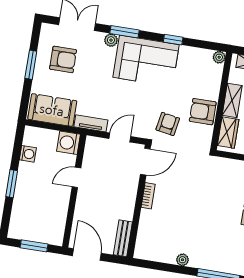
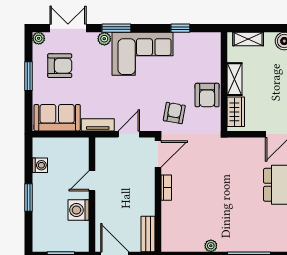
window: (173, 40) -> (180, 28), moved
plant: (219, 57) -> (39, 38), moved
armchair: (203, 112) -> (207, 95), turned -90
washing machine: (68, 143) -> (79, 210), moved

